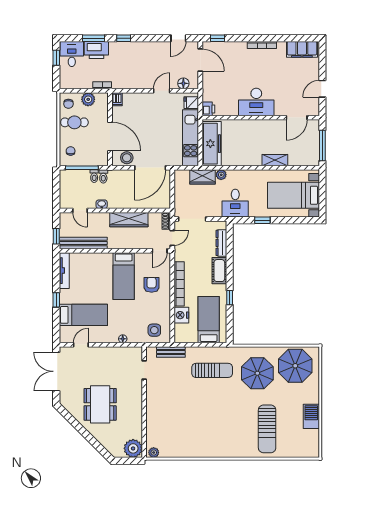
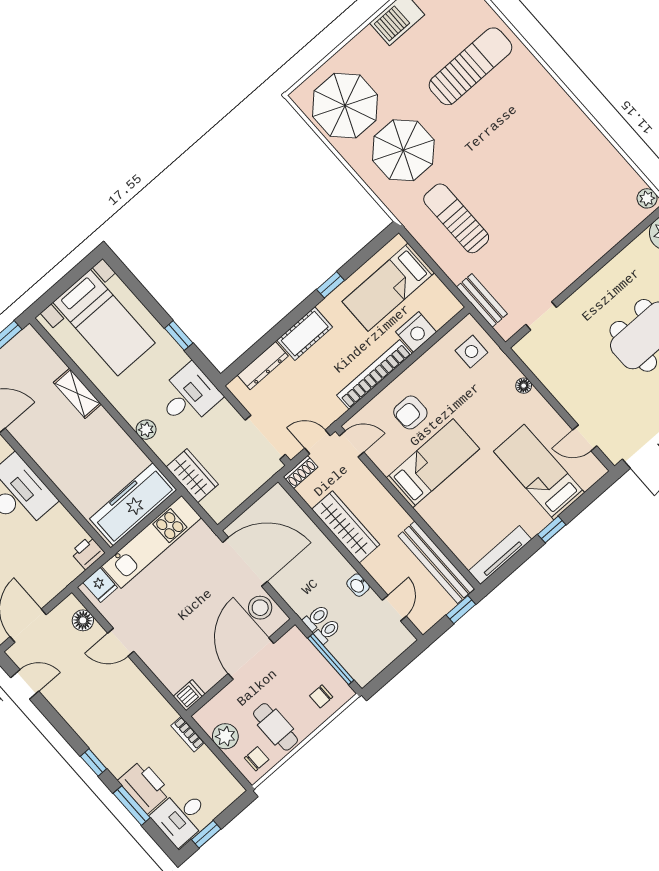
plant: (221, 175) -> (146, 430), moved

